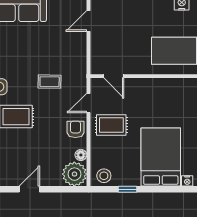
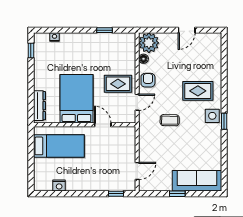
door: (114, 76) -> (103, 125), moved
armchair: (75, 129) -> (148, 80), turned 180
bed: (161, 157) -> (76, 99), moved, turned 180
stool: (104, 176) -> (124, 41), removed

